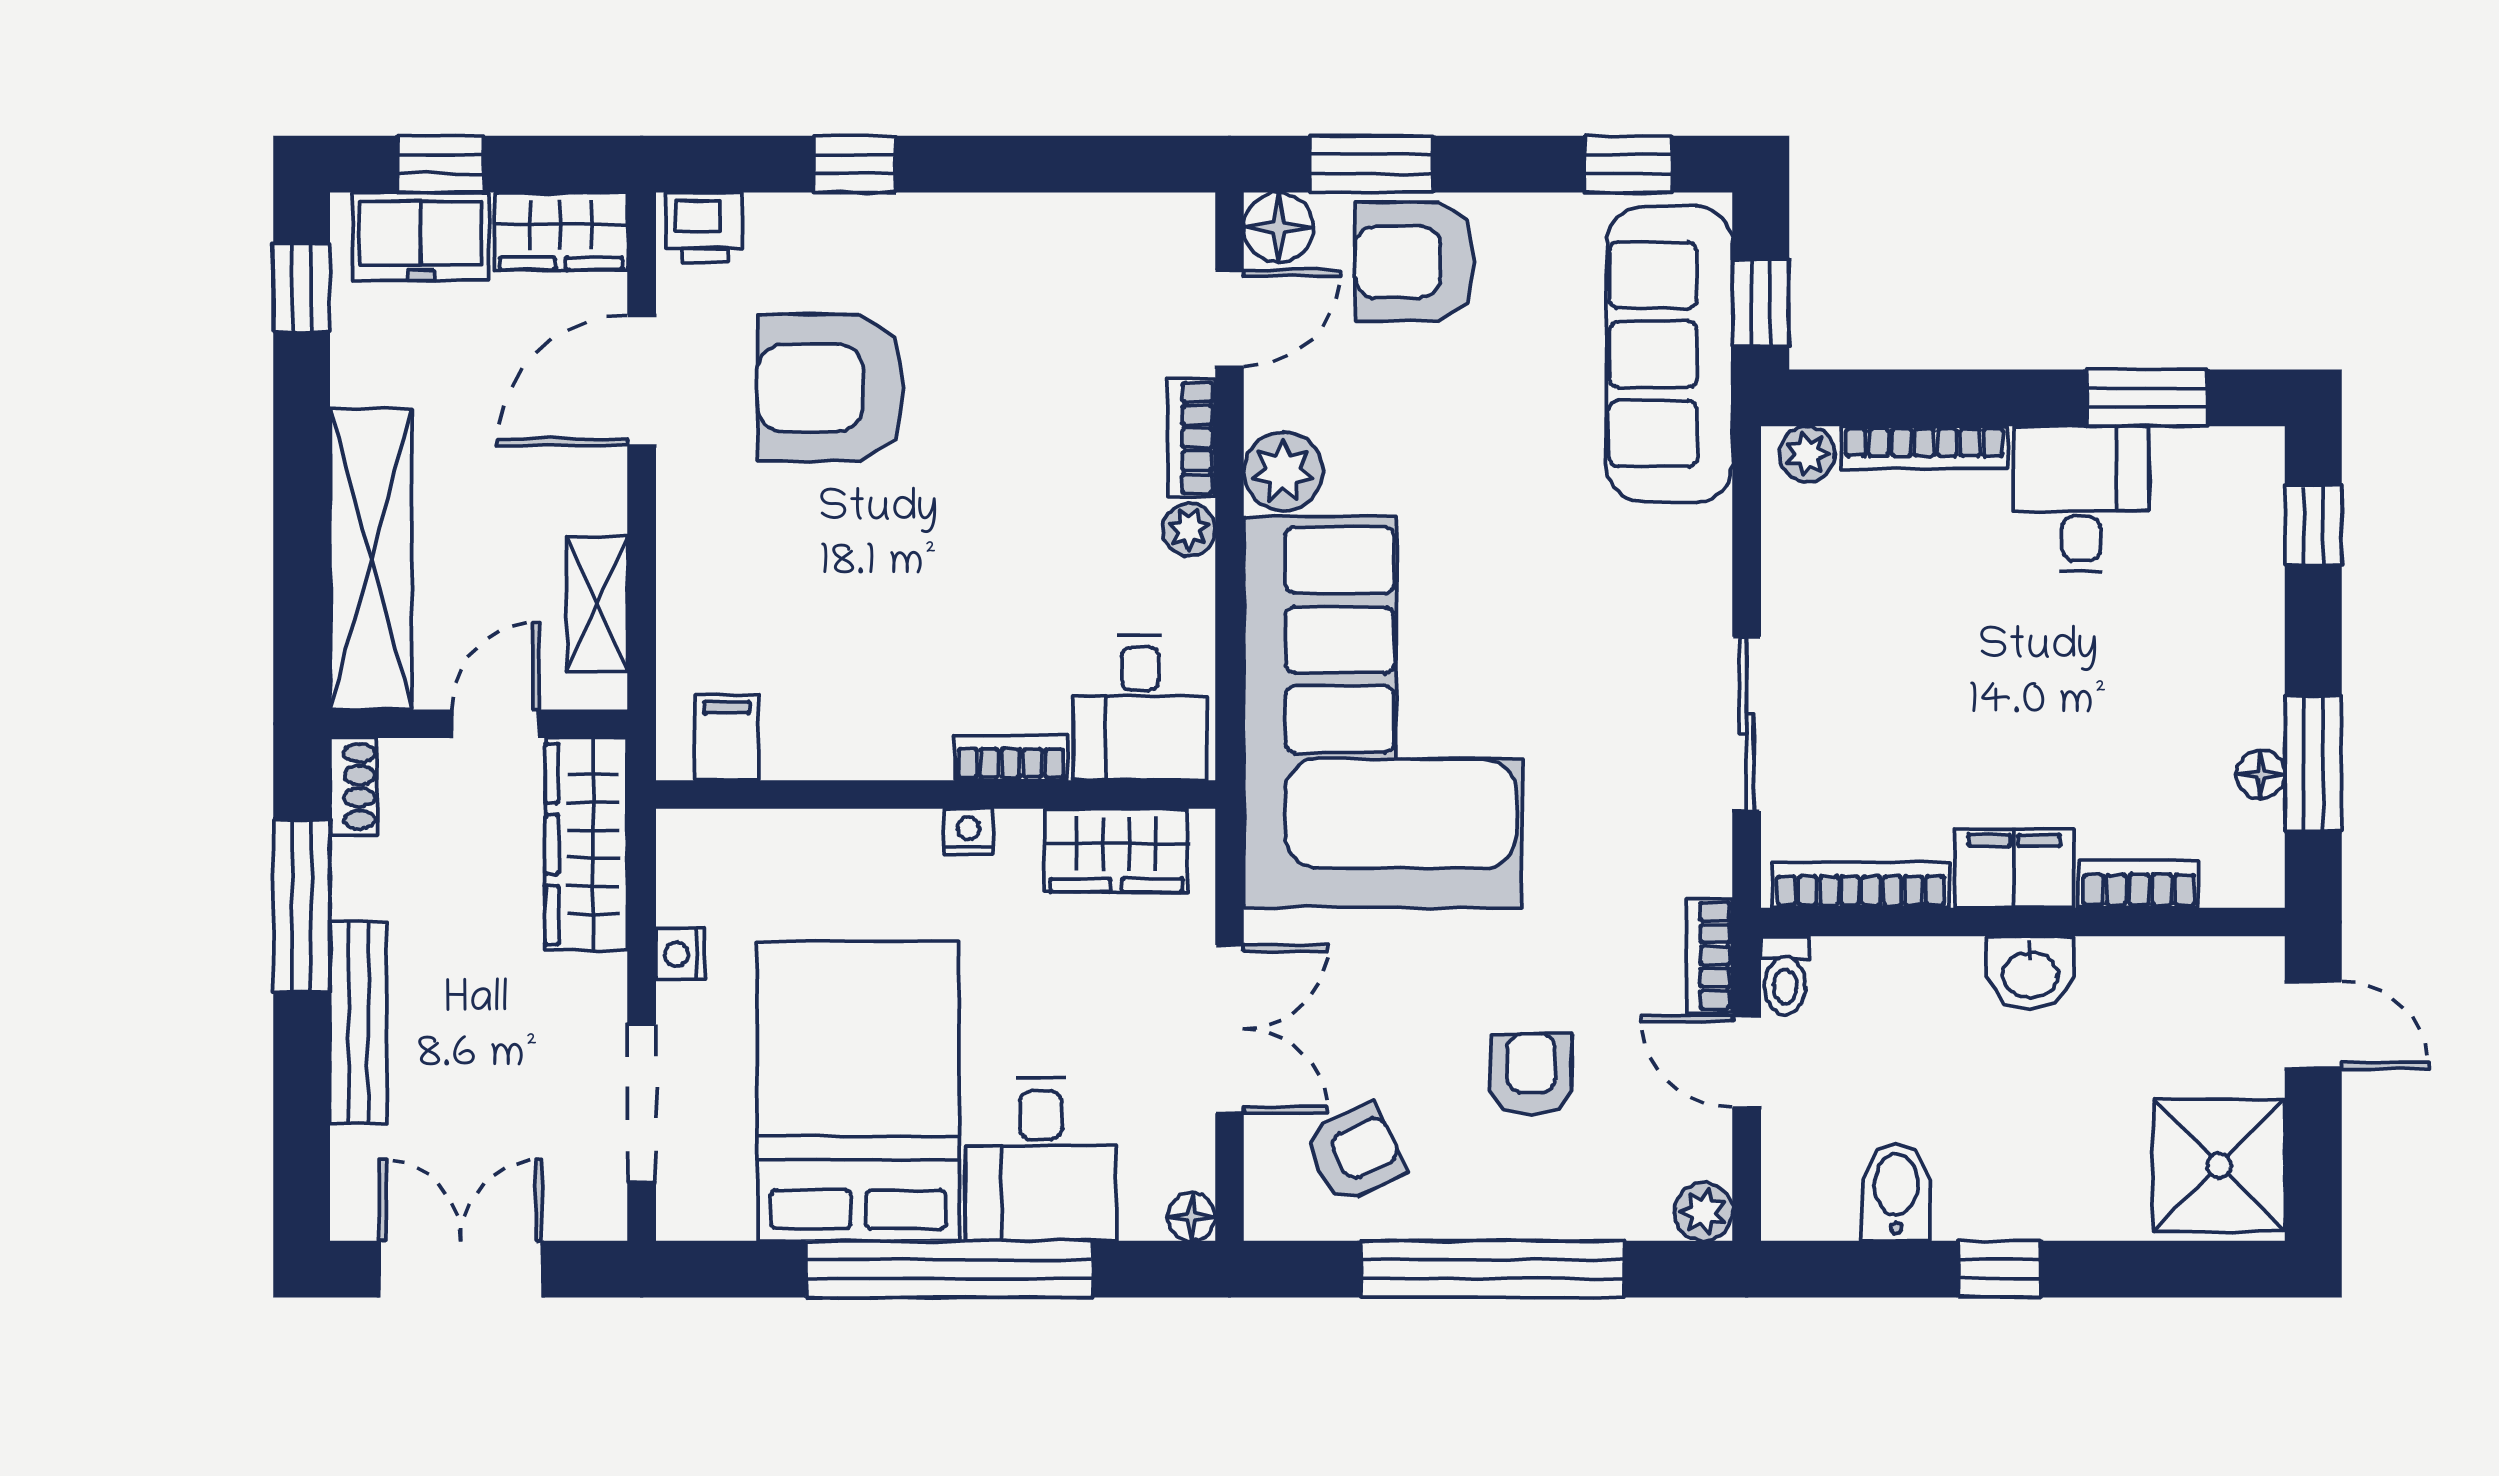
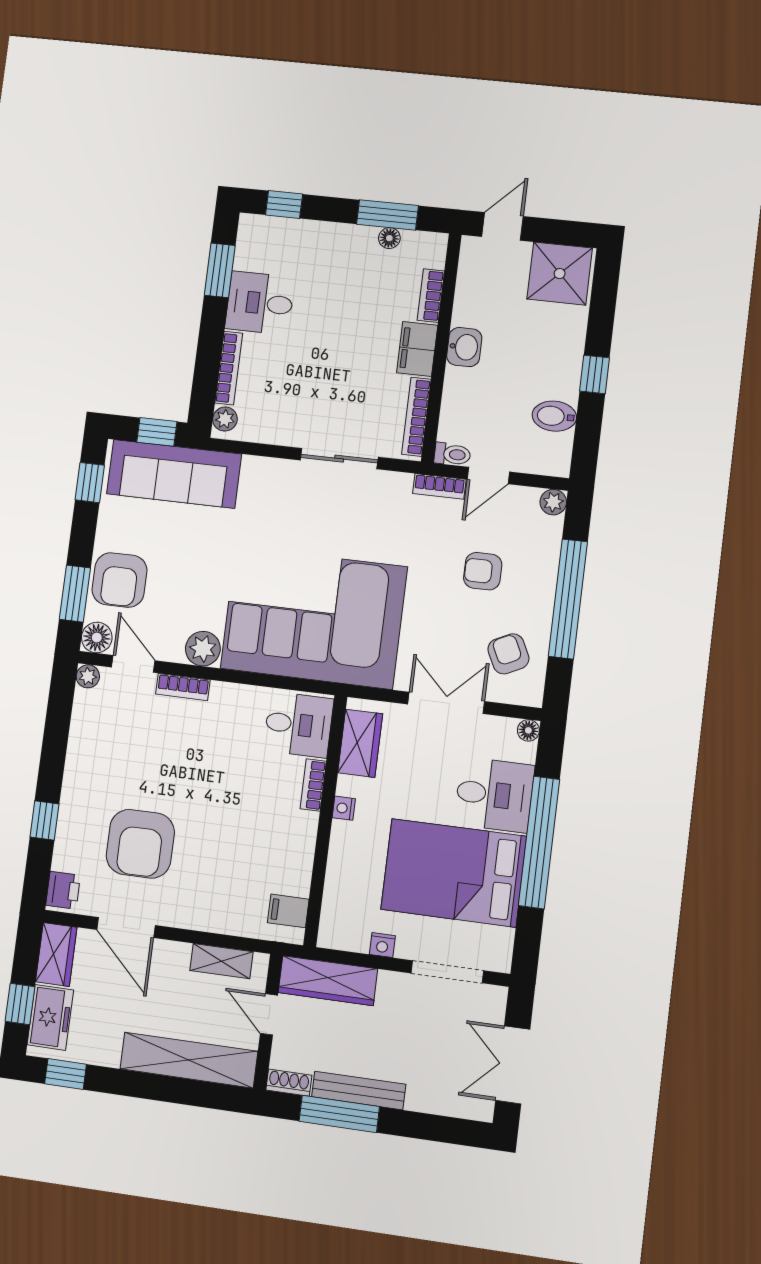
plant: (1189, 529) -> (88, 676), moved
bench: (358, 1023) -> (359, 1090), moved

